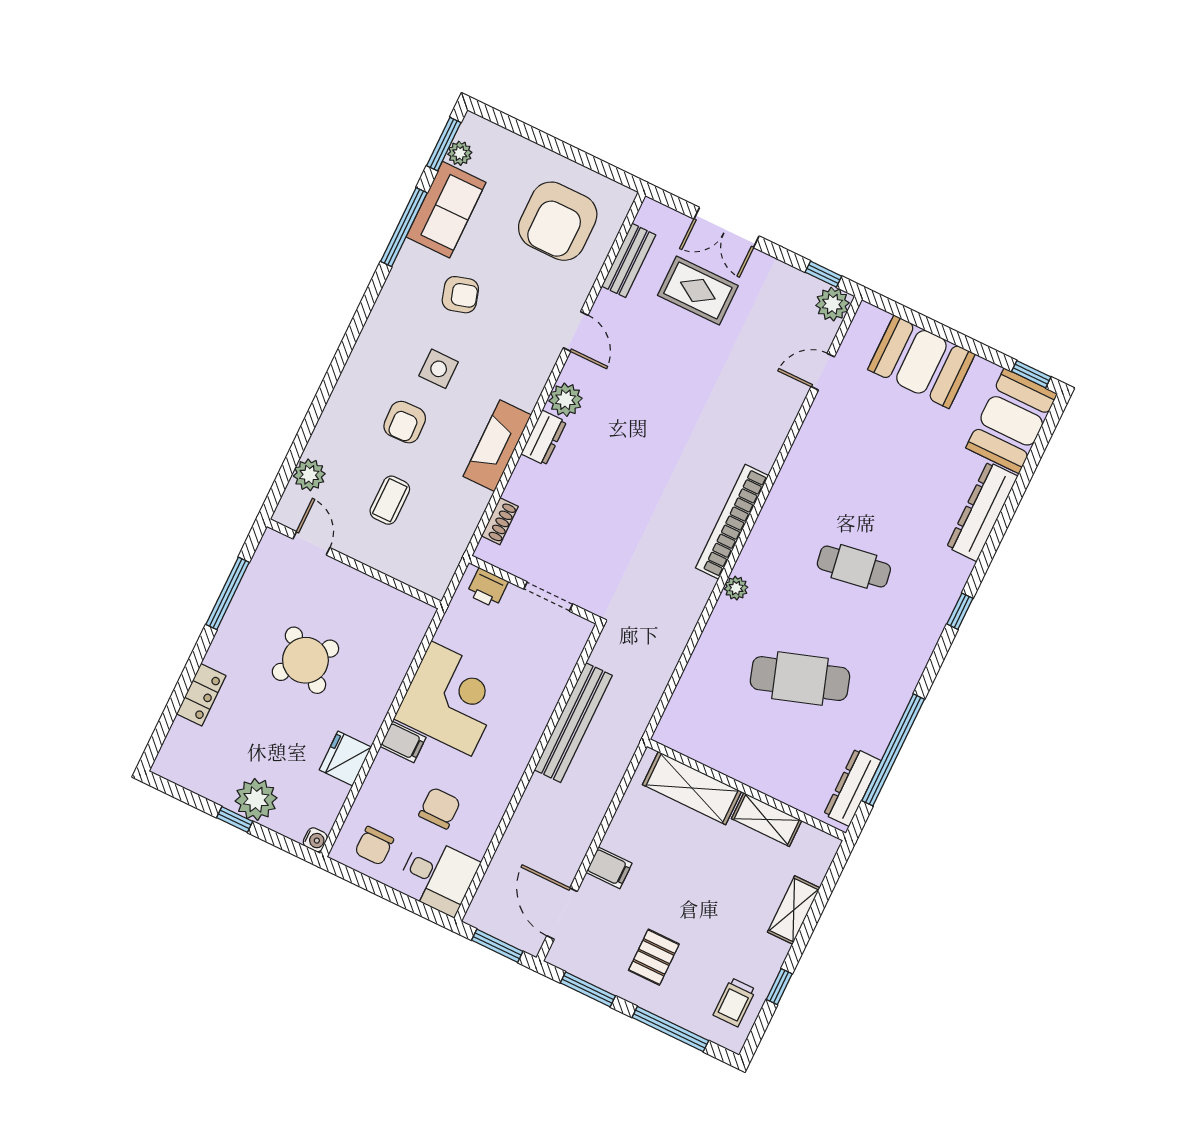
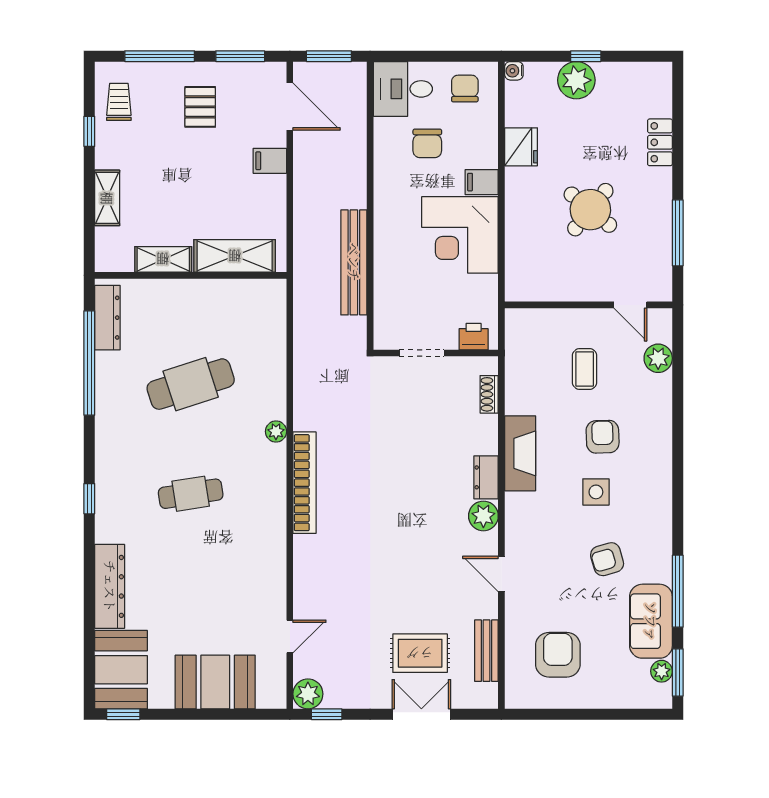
armchair: (558, 221) -> (558, 655), width x0.73, depth x0.73

